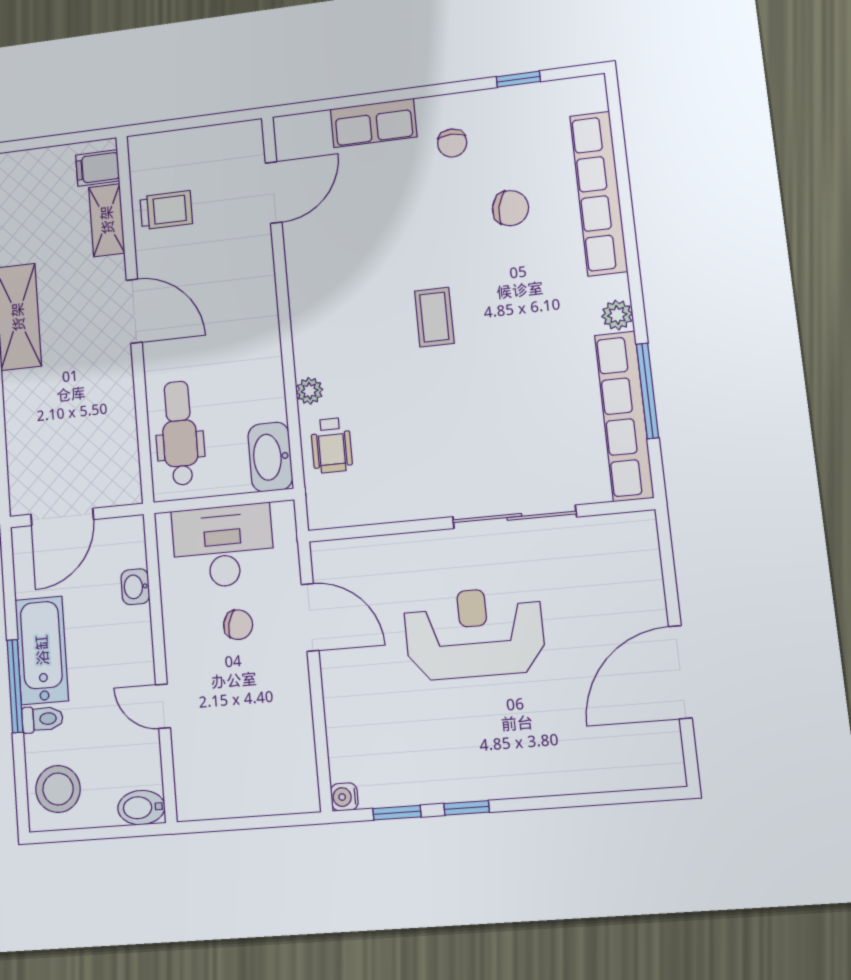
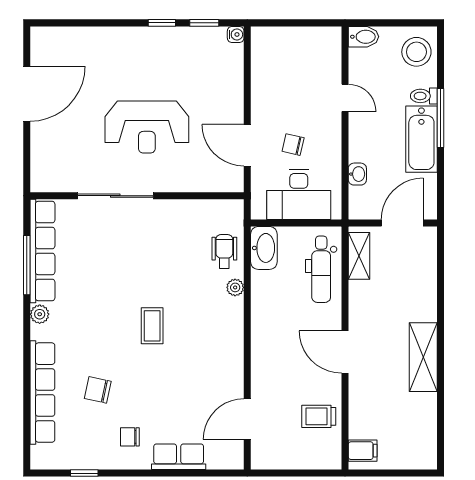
chair: (452, 143) -> (130, 437), turned -90
shelving: (107, 220) -> (359, 256), moved

